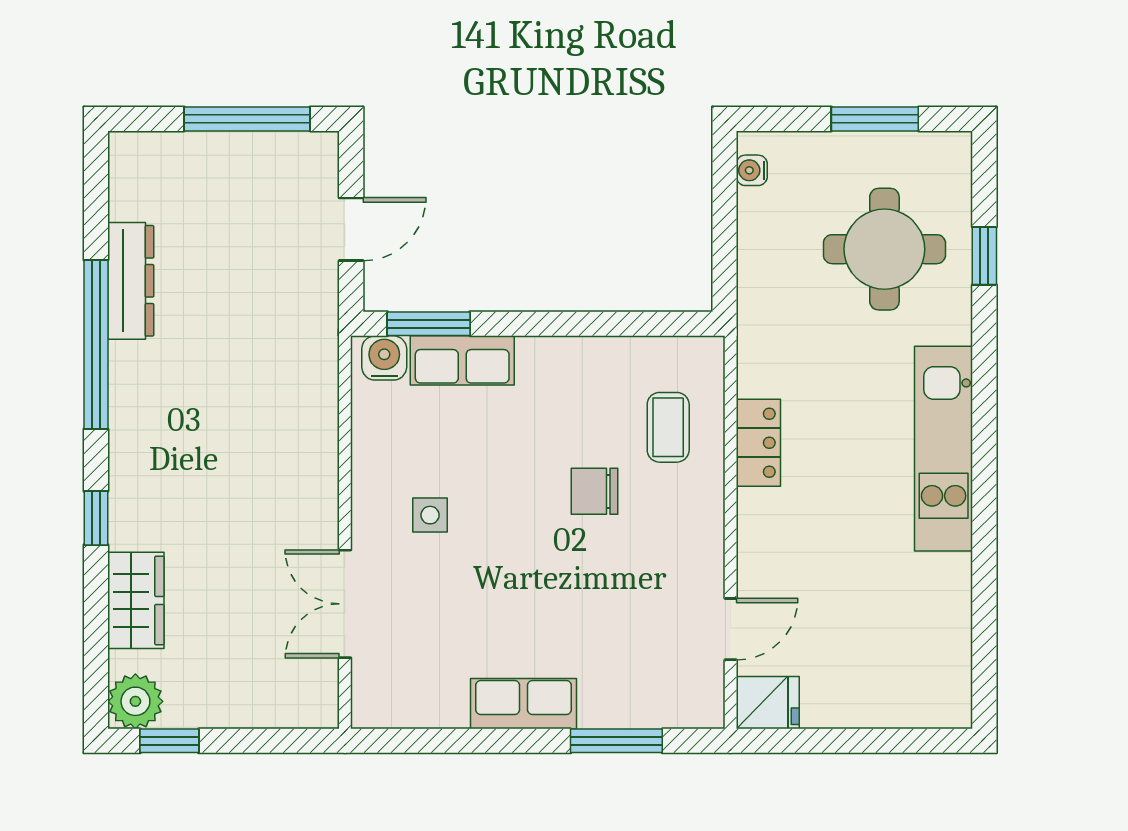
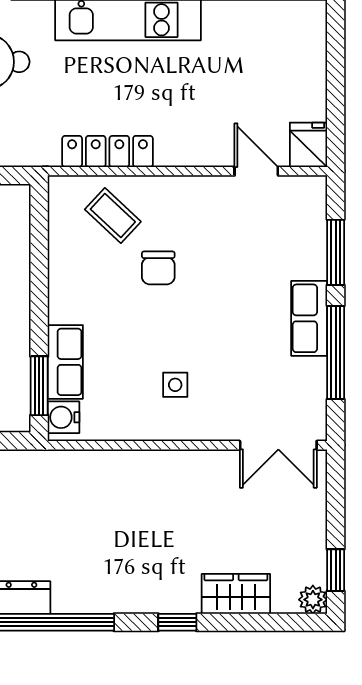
coffee table: (668, 427) -> (113, 216), turned 43
locker: (758, 443) -> (108, 151), width x1.53
double door: (345, 604) -> (278, 445), moved
plant: (135, 701) -> (313, 600), width x0.73, depth x0.73
window: (475, 741) -> (336, 352), added

